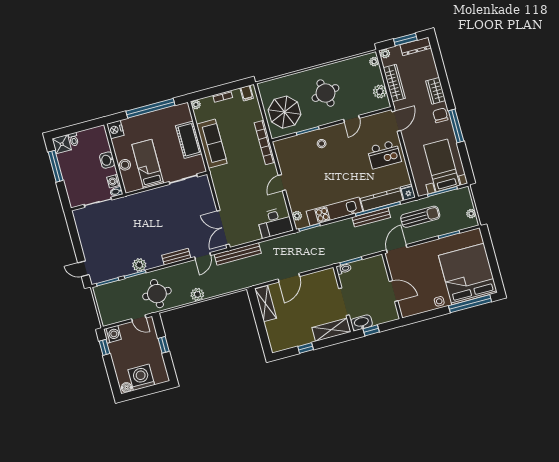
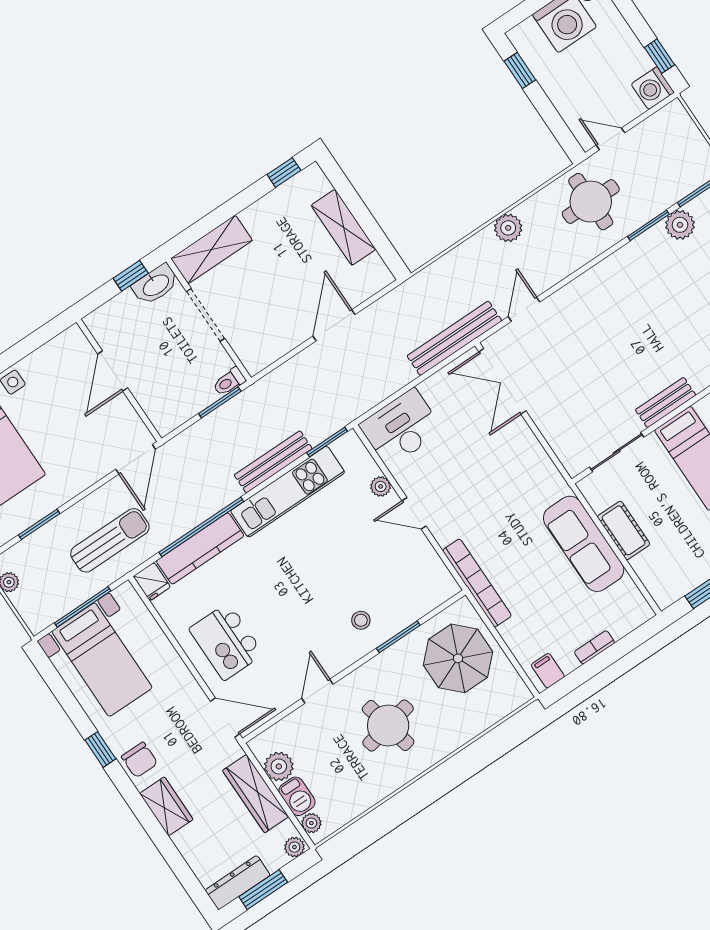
barbecue: (376, 76) -> (297, 796), added
plant: (196, 105) -> (643, 612), removed
door: (396, 121) -> (225, 718), swing flipped
window: (456, 126) -> (100, 749), width x0.46
cot: (189, 140) -> (624, 530), width x0.73, depth x0.75
kitchen island: (384, 155) -> (226, 641), turned -90
door: (282, 183) -> (414, 513), swing flipped
plant: (297, 216) -> (381, 486), moved
bench: (371, 217) -> (273, 462), moved
sun lounger: (420, 217) -> (110, 540), turned 180
double door: (223, 228) -> (502, 381), swing flipped
bench: (176, 257) -> (666, 402), moved
plant: (139, 265) -> (680, 225), moved
door: (393, 291) -> (113, 371), hinge flipped
shelving: (266, 304) -> (343, 227), moved
window: (164, 345) -> (520, 71), moved
window: (306, 348) -> (284, 172), moved

